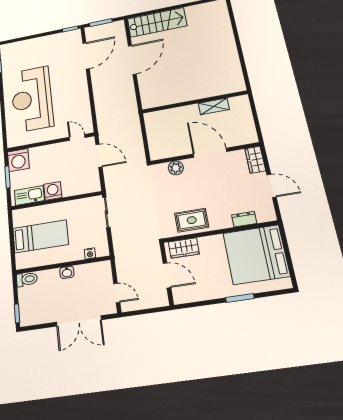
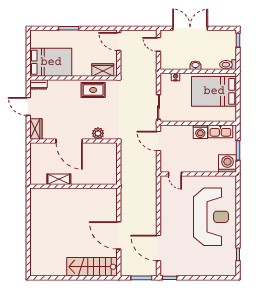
door: (86, 56) -> (159, 248), hinge flipped
door: (132, 60) -> (119, 235), hinge flipped
door: (99, 156) -> (159, 141), moved
dresser: (244, 219) -> (39, 84), moved
bed: (40, 236) -> (214, 91), width x1.50
bed: (256, 254) -> (51, 62), width x0.73
door: (167, 275) -> (119, 41), moved

